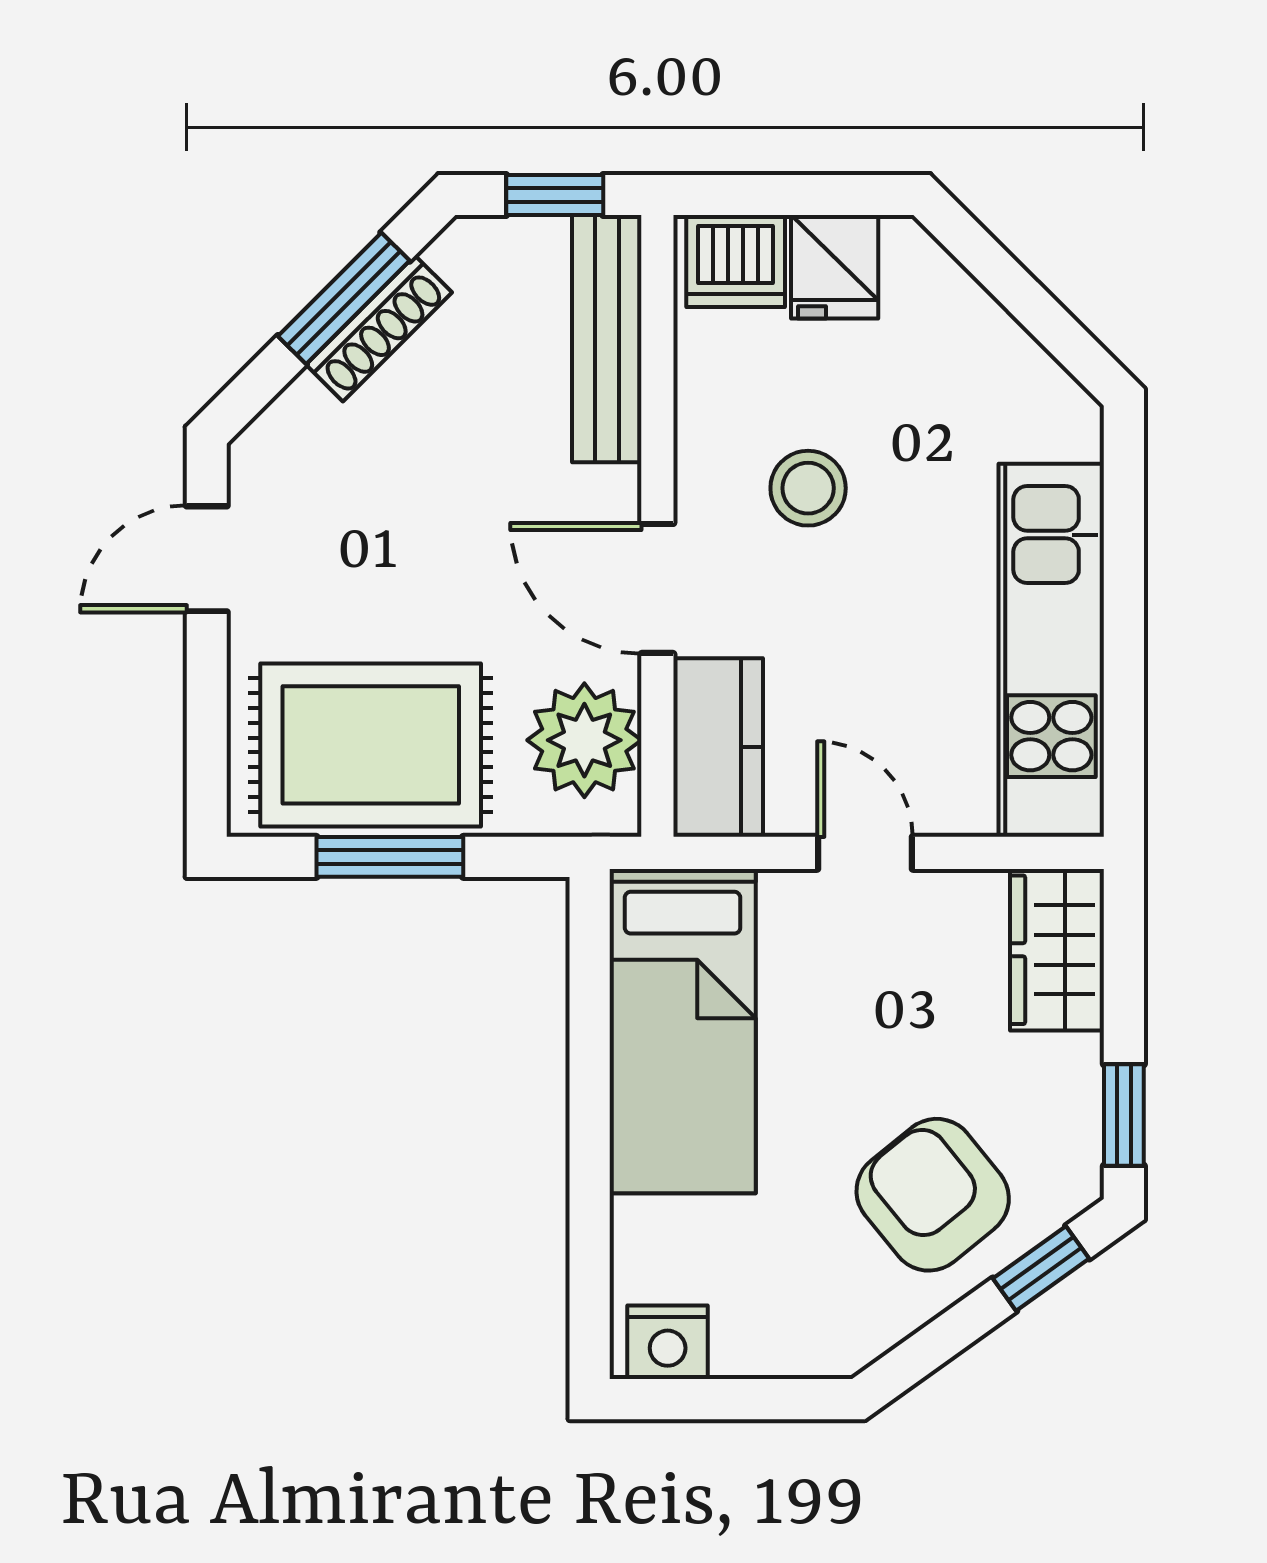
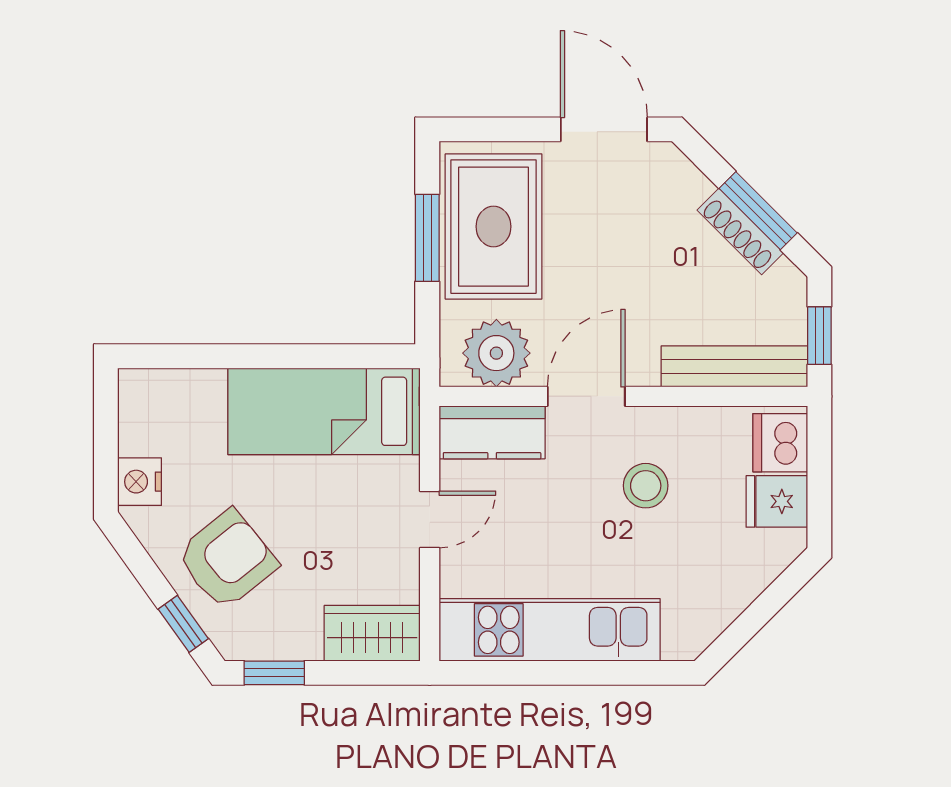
door: (207, 559) -> (604, 129), width x1.38
nightstand: (668, 1342) -> (140, 482), moved

